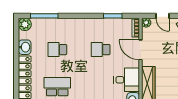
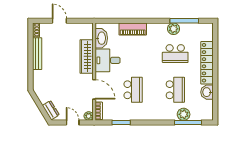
plant: (25, 24) -> (184, 114), moved
school desk: (57, 50) -> (175, 90), width x1.85
school desk: (101, 50) -> (133, 90), width x1.85

